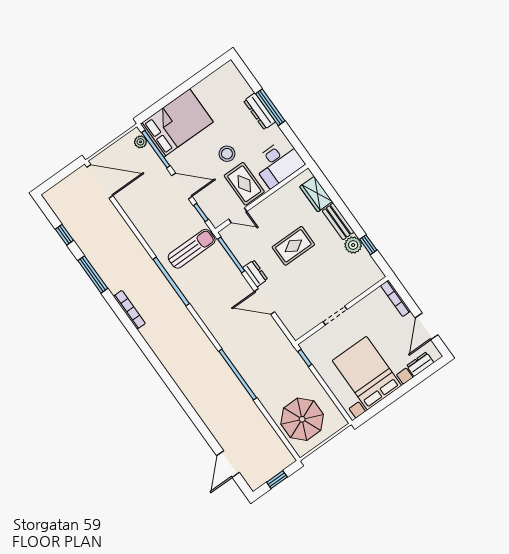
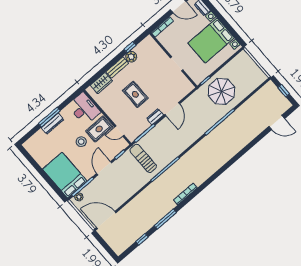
door: (100, 181) -> (106, 220), hinge flipped
door: (238, 215) -> (119, 131), swing flipped
parasol: (302, 419) -> (222, 91), moved

